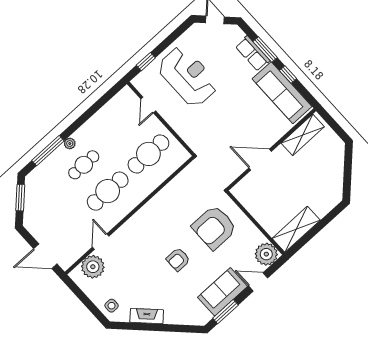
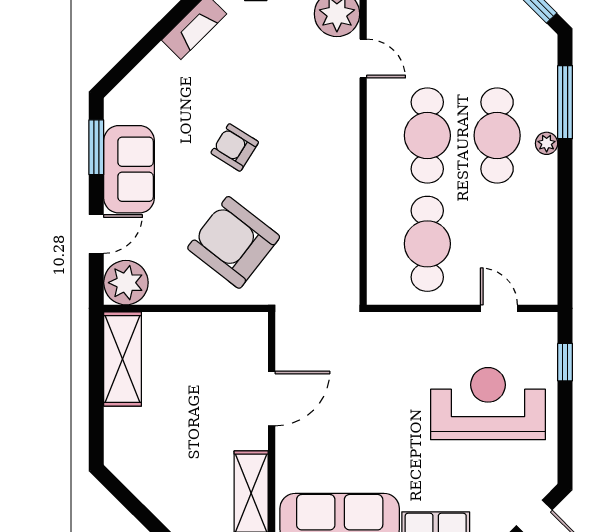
reception desk: (188, 76) -> (488, 404), turned 180
cafe table: (84, 165) -> (497, 135), width x1.37, depth x1.35
armchair: (214, 227) -> (234, 242), turned -52
armchair: (178, 259) -> (235, 147), turned -58

